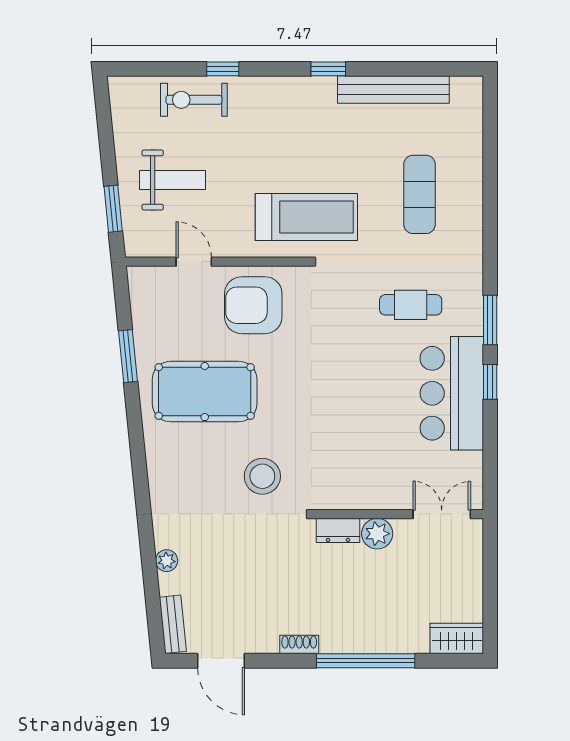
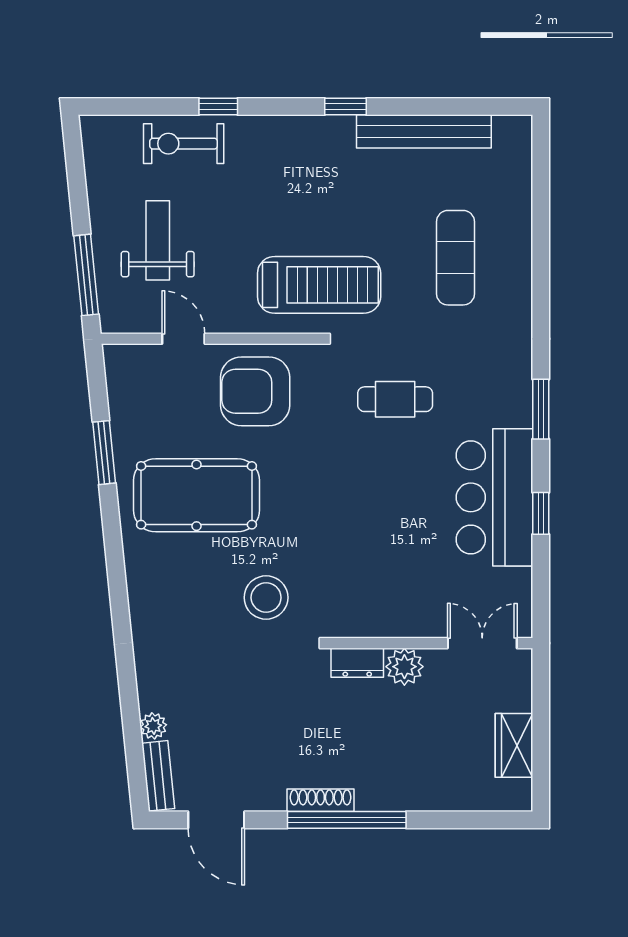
weight bench: (172, 180) -> (158, 240), turned -90
window: (113, 209) -> (86, 275), width x1.44
cafe table: (411, 305) -> (395, 399), moved
window: (490, 382) -> (541, 513), moved
plant: (167, 561) -> (153, 726), moved
wardrobe: (457, 638) -> (514, 745), moved, turned -90
shoe rack: (299, 644) -> (321, 800), width x1.43
window: (366, 661) -> (347, 820), moved

